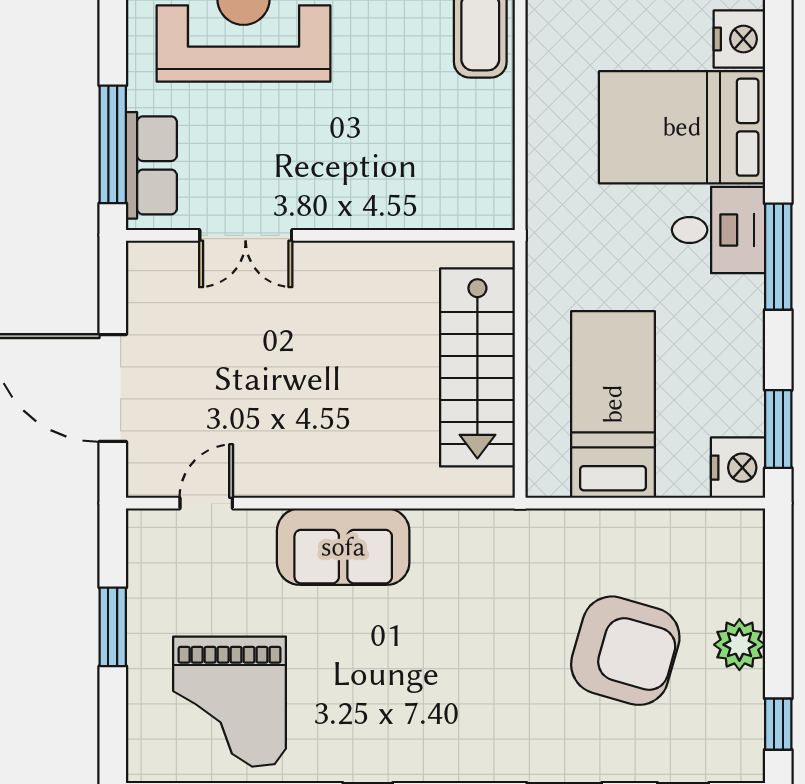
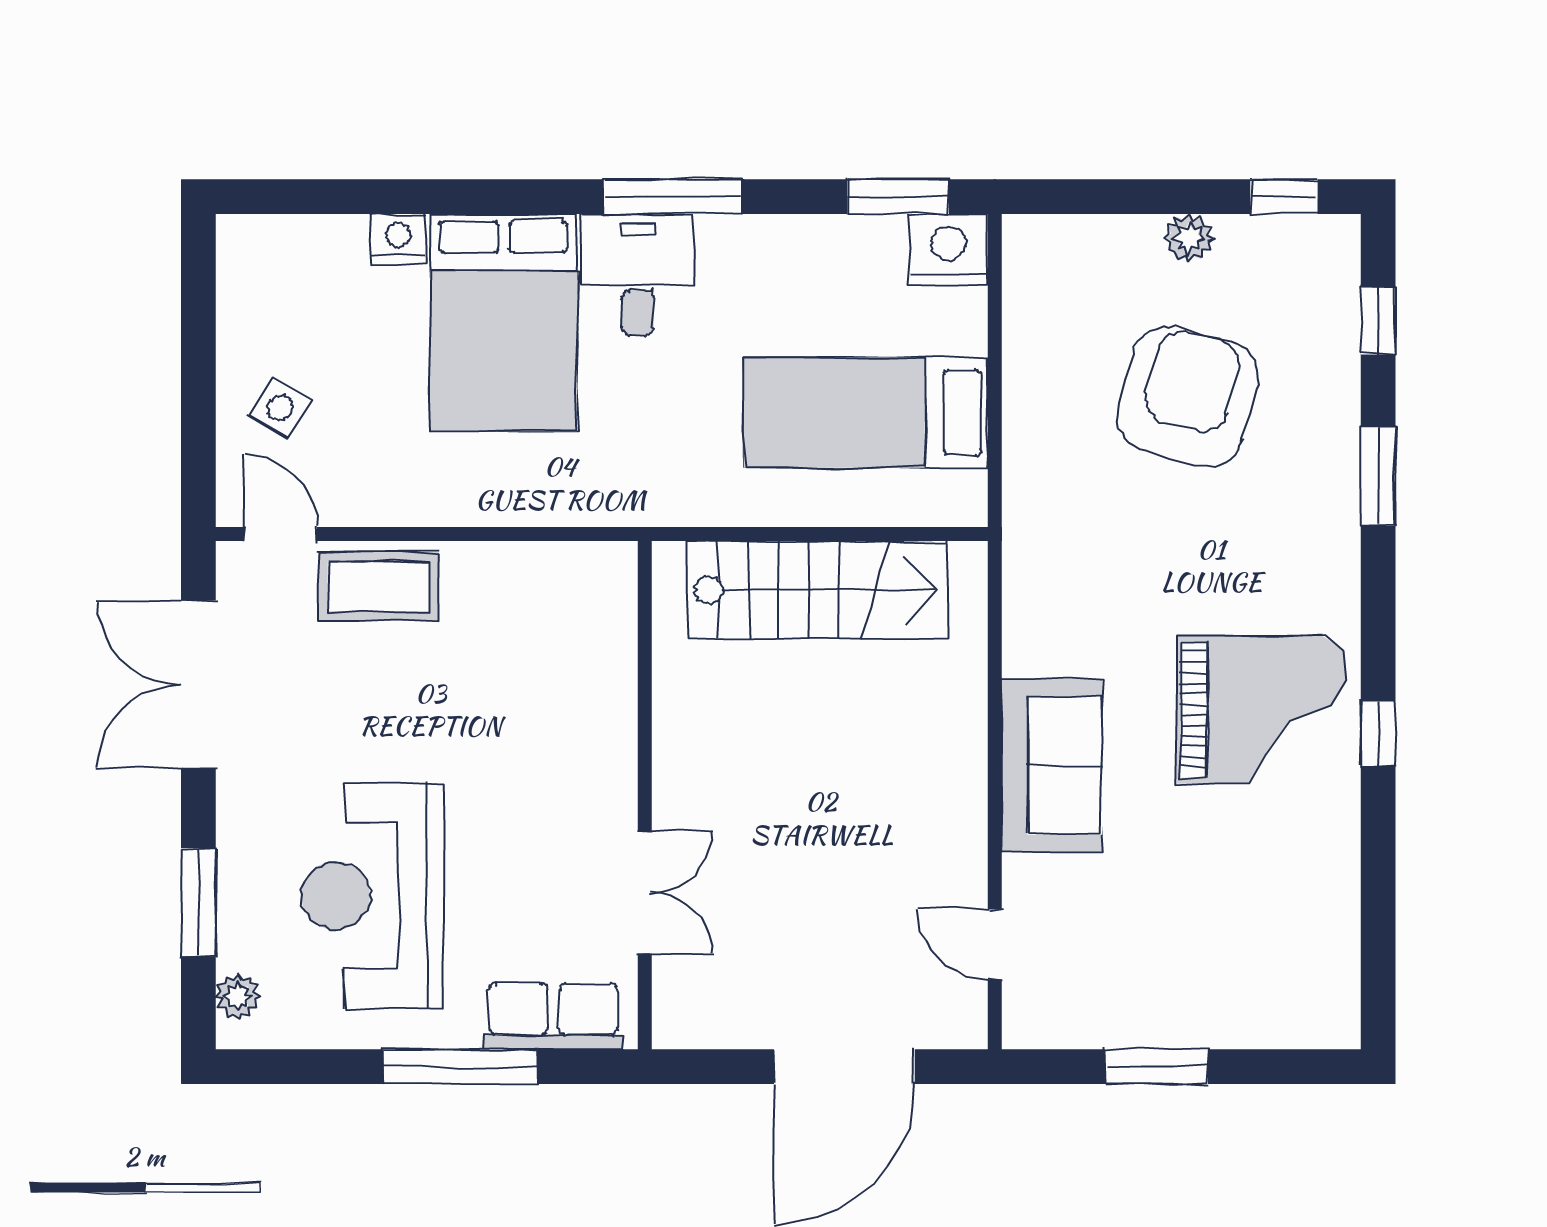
nightstand: (739, 39) -> (398, 239), width x0.74, depth x0.75
window: (113, 144) -> (461, 1067), moved
plant: (739, 645) -> (1189, 238), width x0.73, depth x0.73
grand piano: (230, 702) -> (1262, 710), moved

